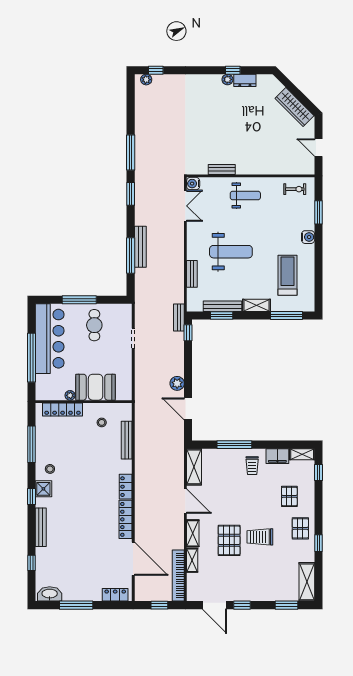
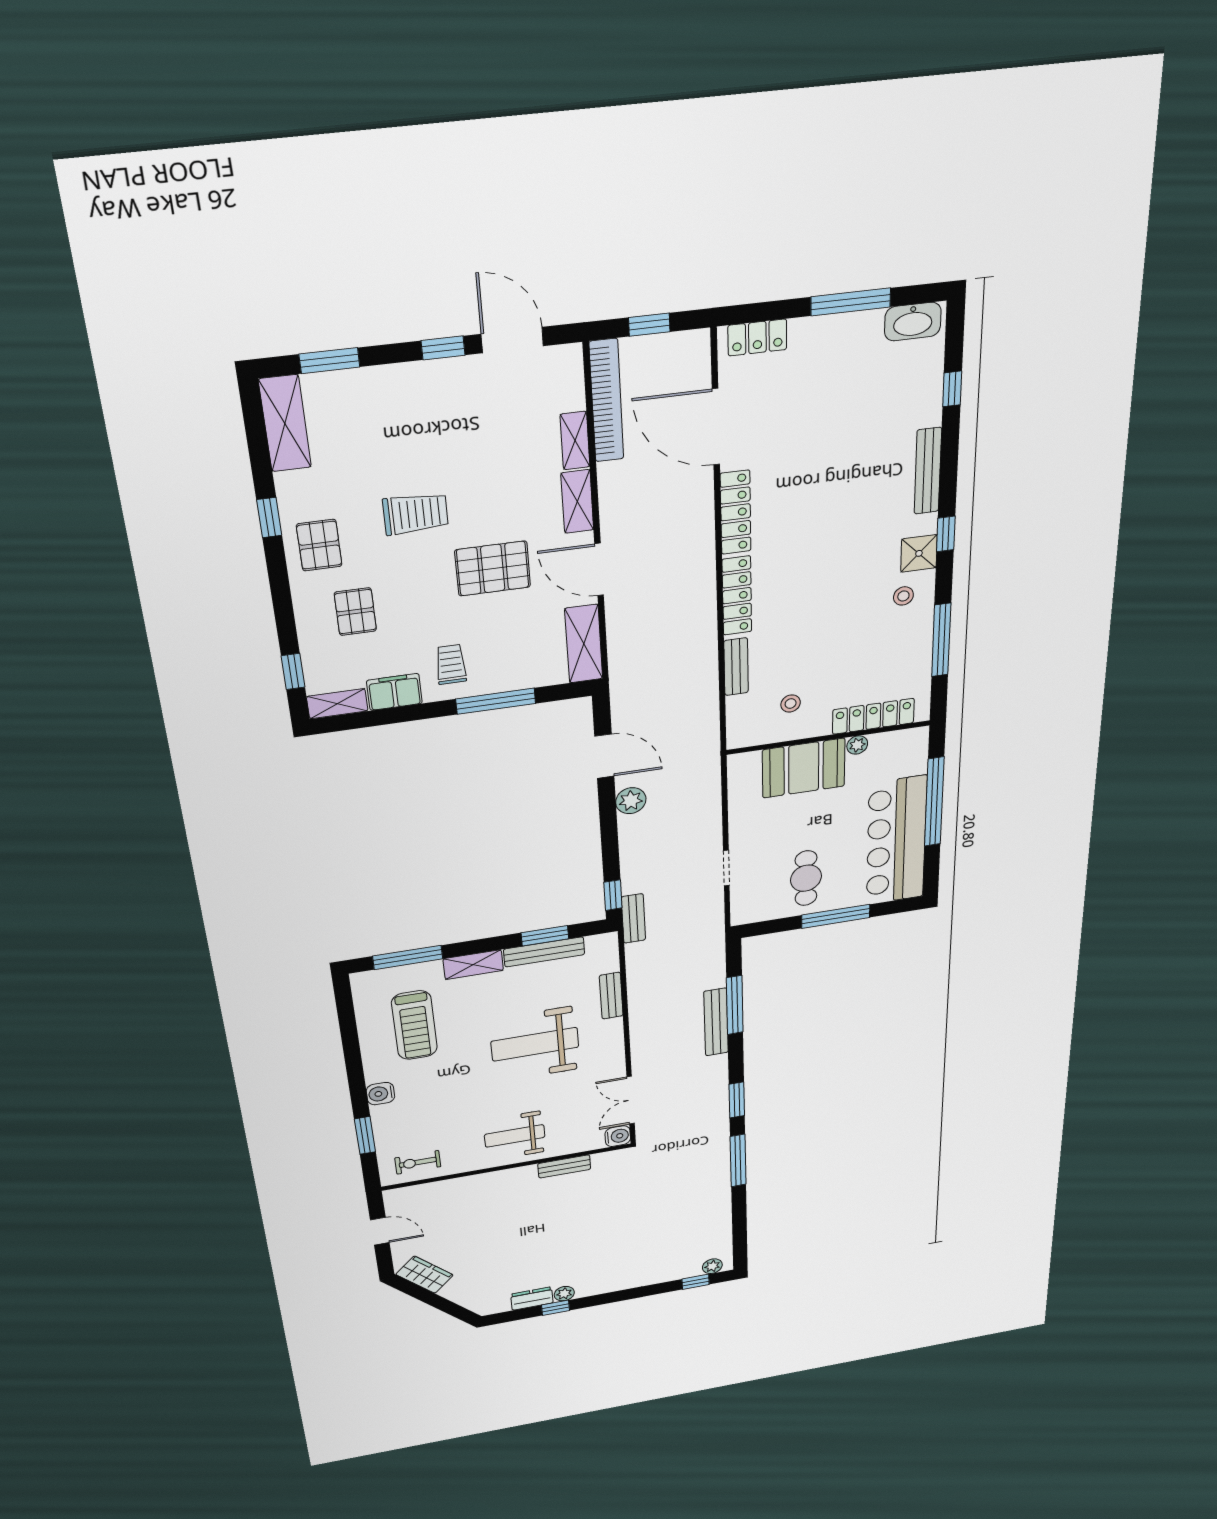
wardrobe: (295, 107) -> (425, 1275), width x0.67
bench: (127, 440) -> (736, 667), width x0.73
locker: (126, 487) -> (737, 596), width x1.53
pallet: (229, 540) -> (493, 568), moved, turned 90

